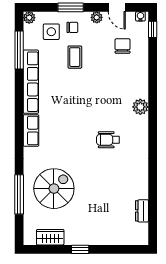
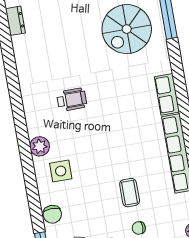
side table: (51, 32) -> (61, 171), moved
chair: (123, 46) -> (52, 214), moved

